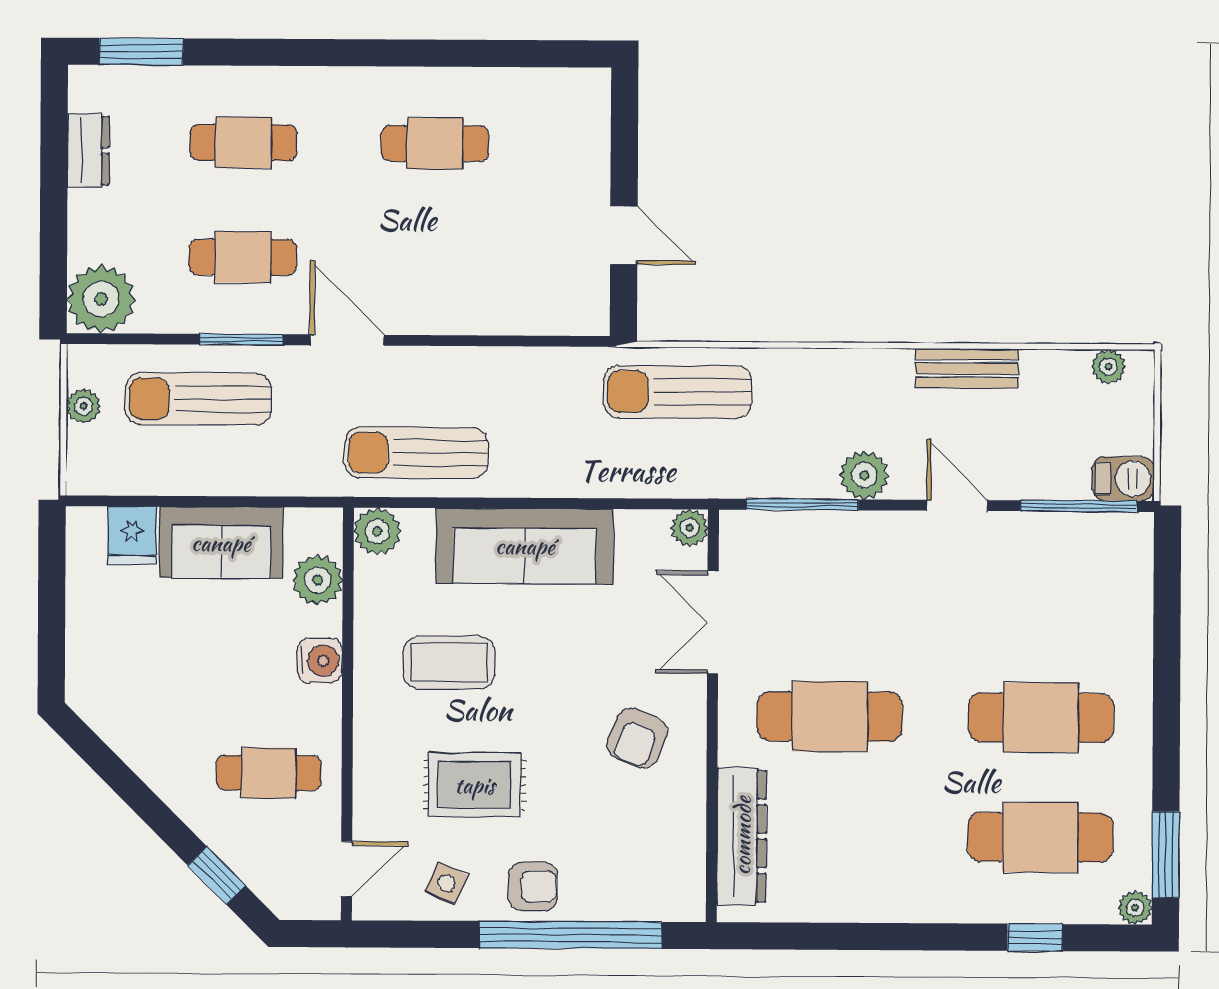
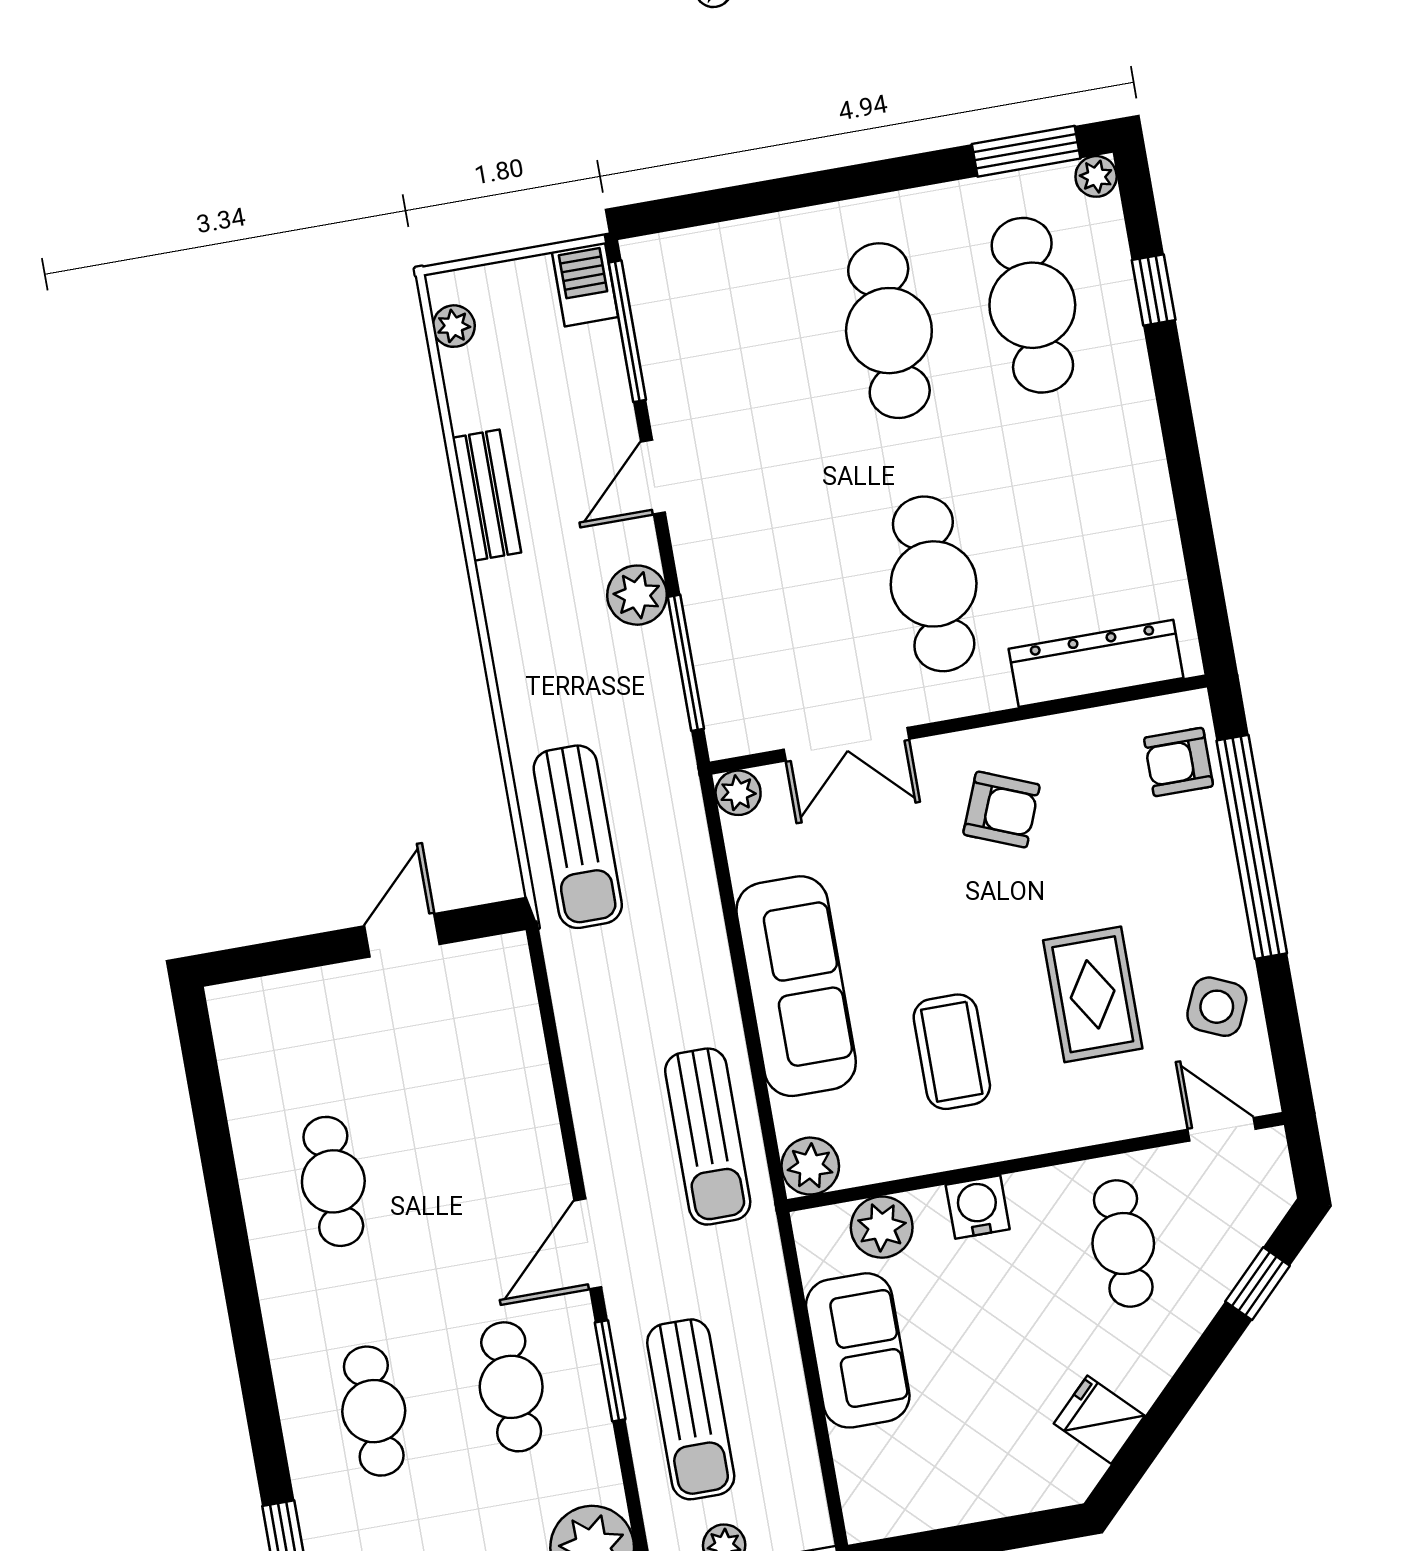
fridge: (132, 535) -> (1099, 1420), moved, turned -135
side table: (446, 883) -> (1217, 1007), width x1.37, depth x1.37
armchair: (533, 886) -> (1178, 762), moved, turned -90

